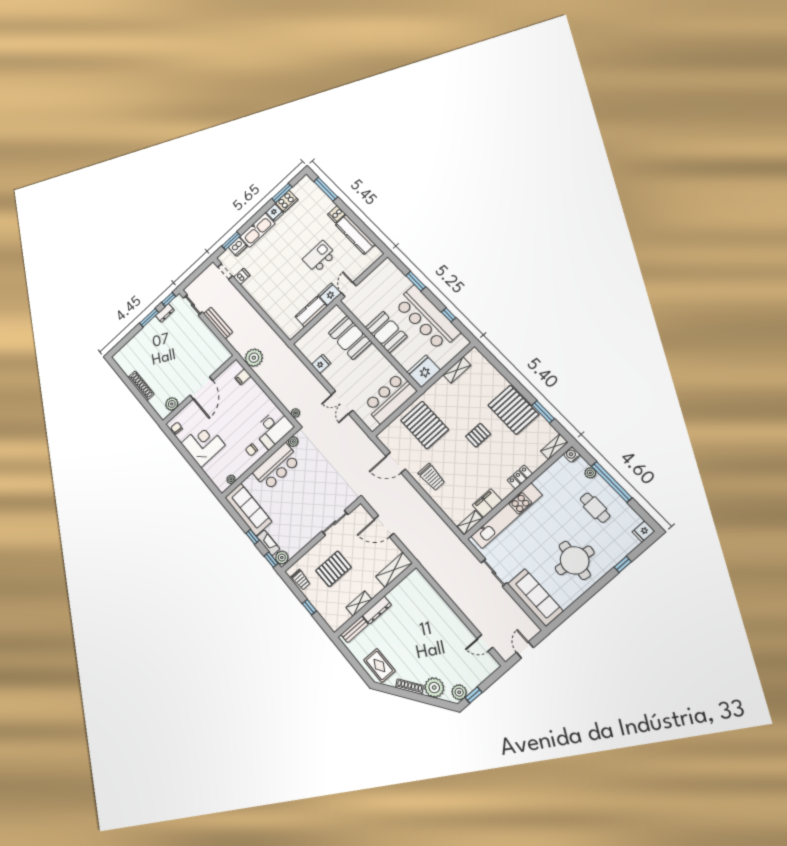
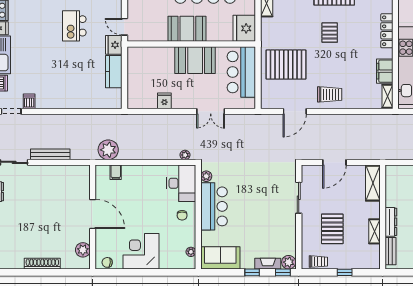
booth: (350, 338) -> (195, 60), moved
locker: (520, 477) -> (387, 31), width x1.53
sofa: (248, 509) -> (220, 258), width x0.73

